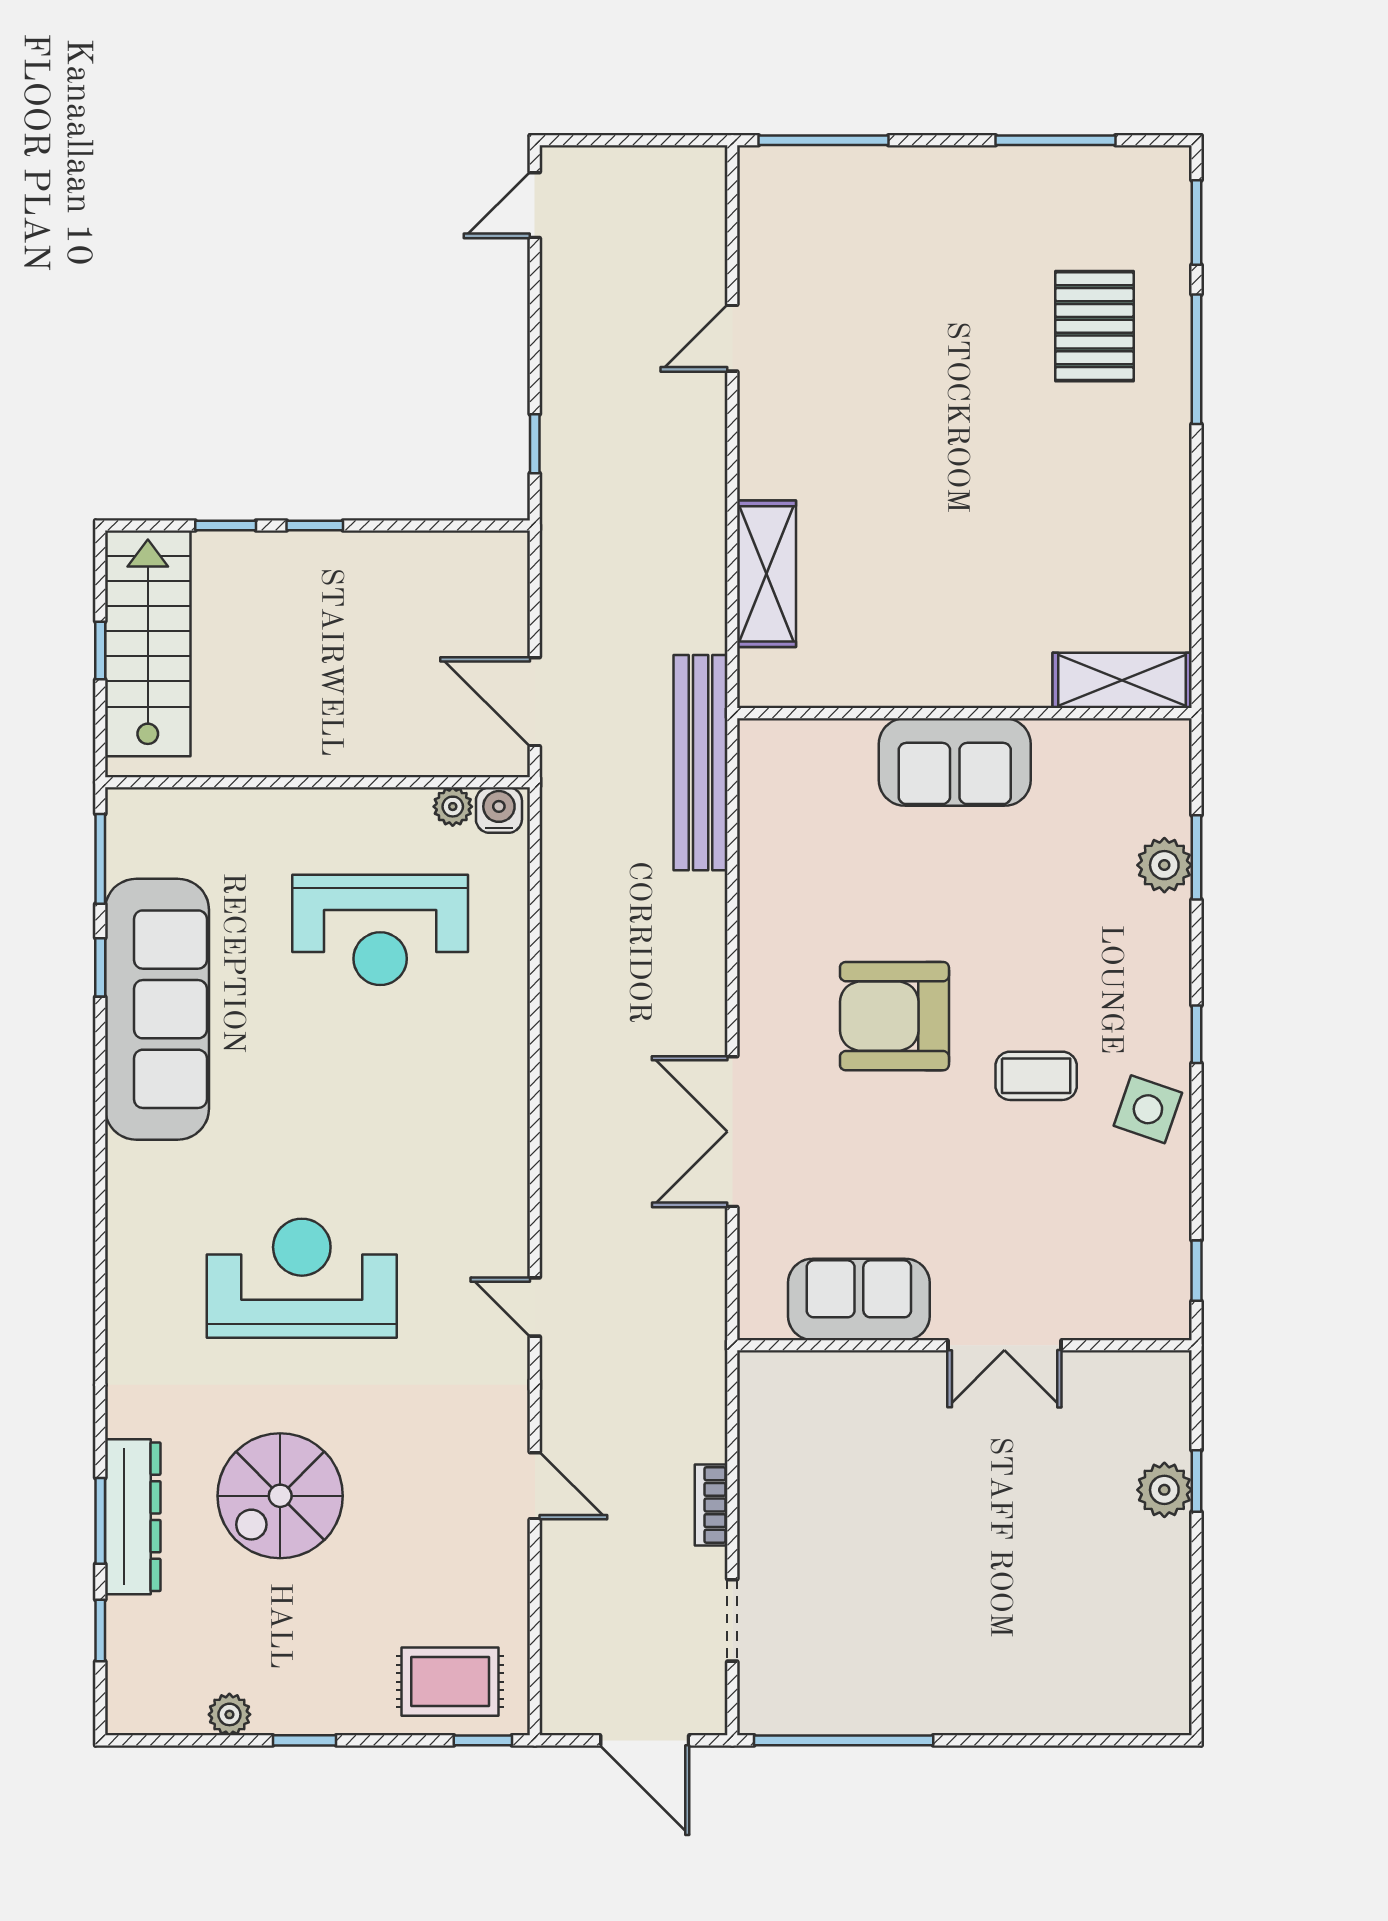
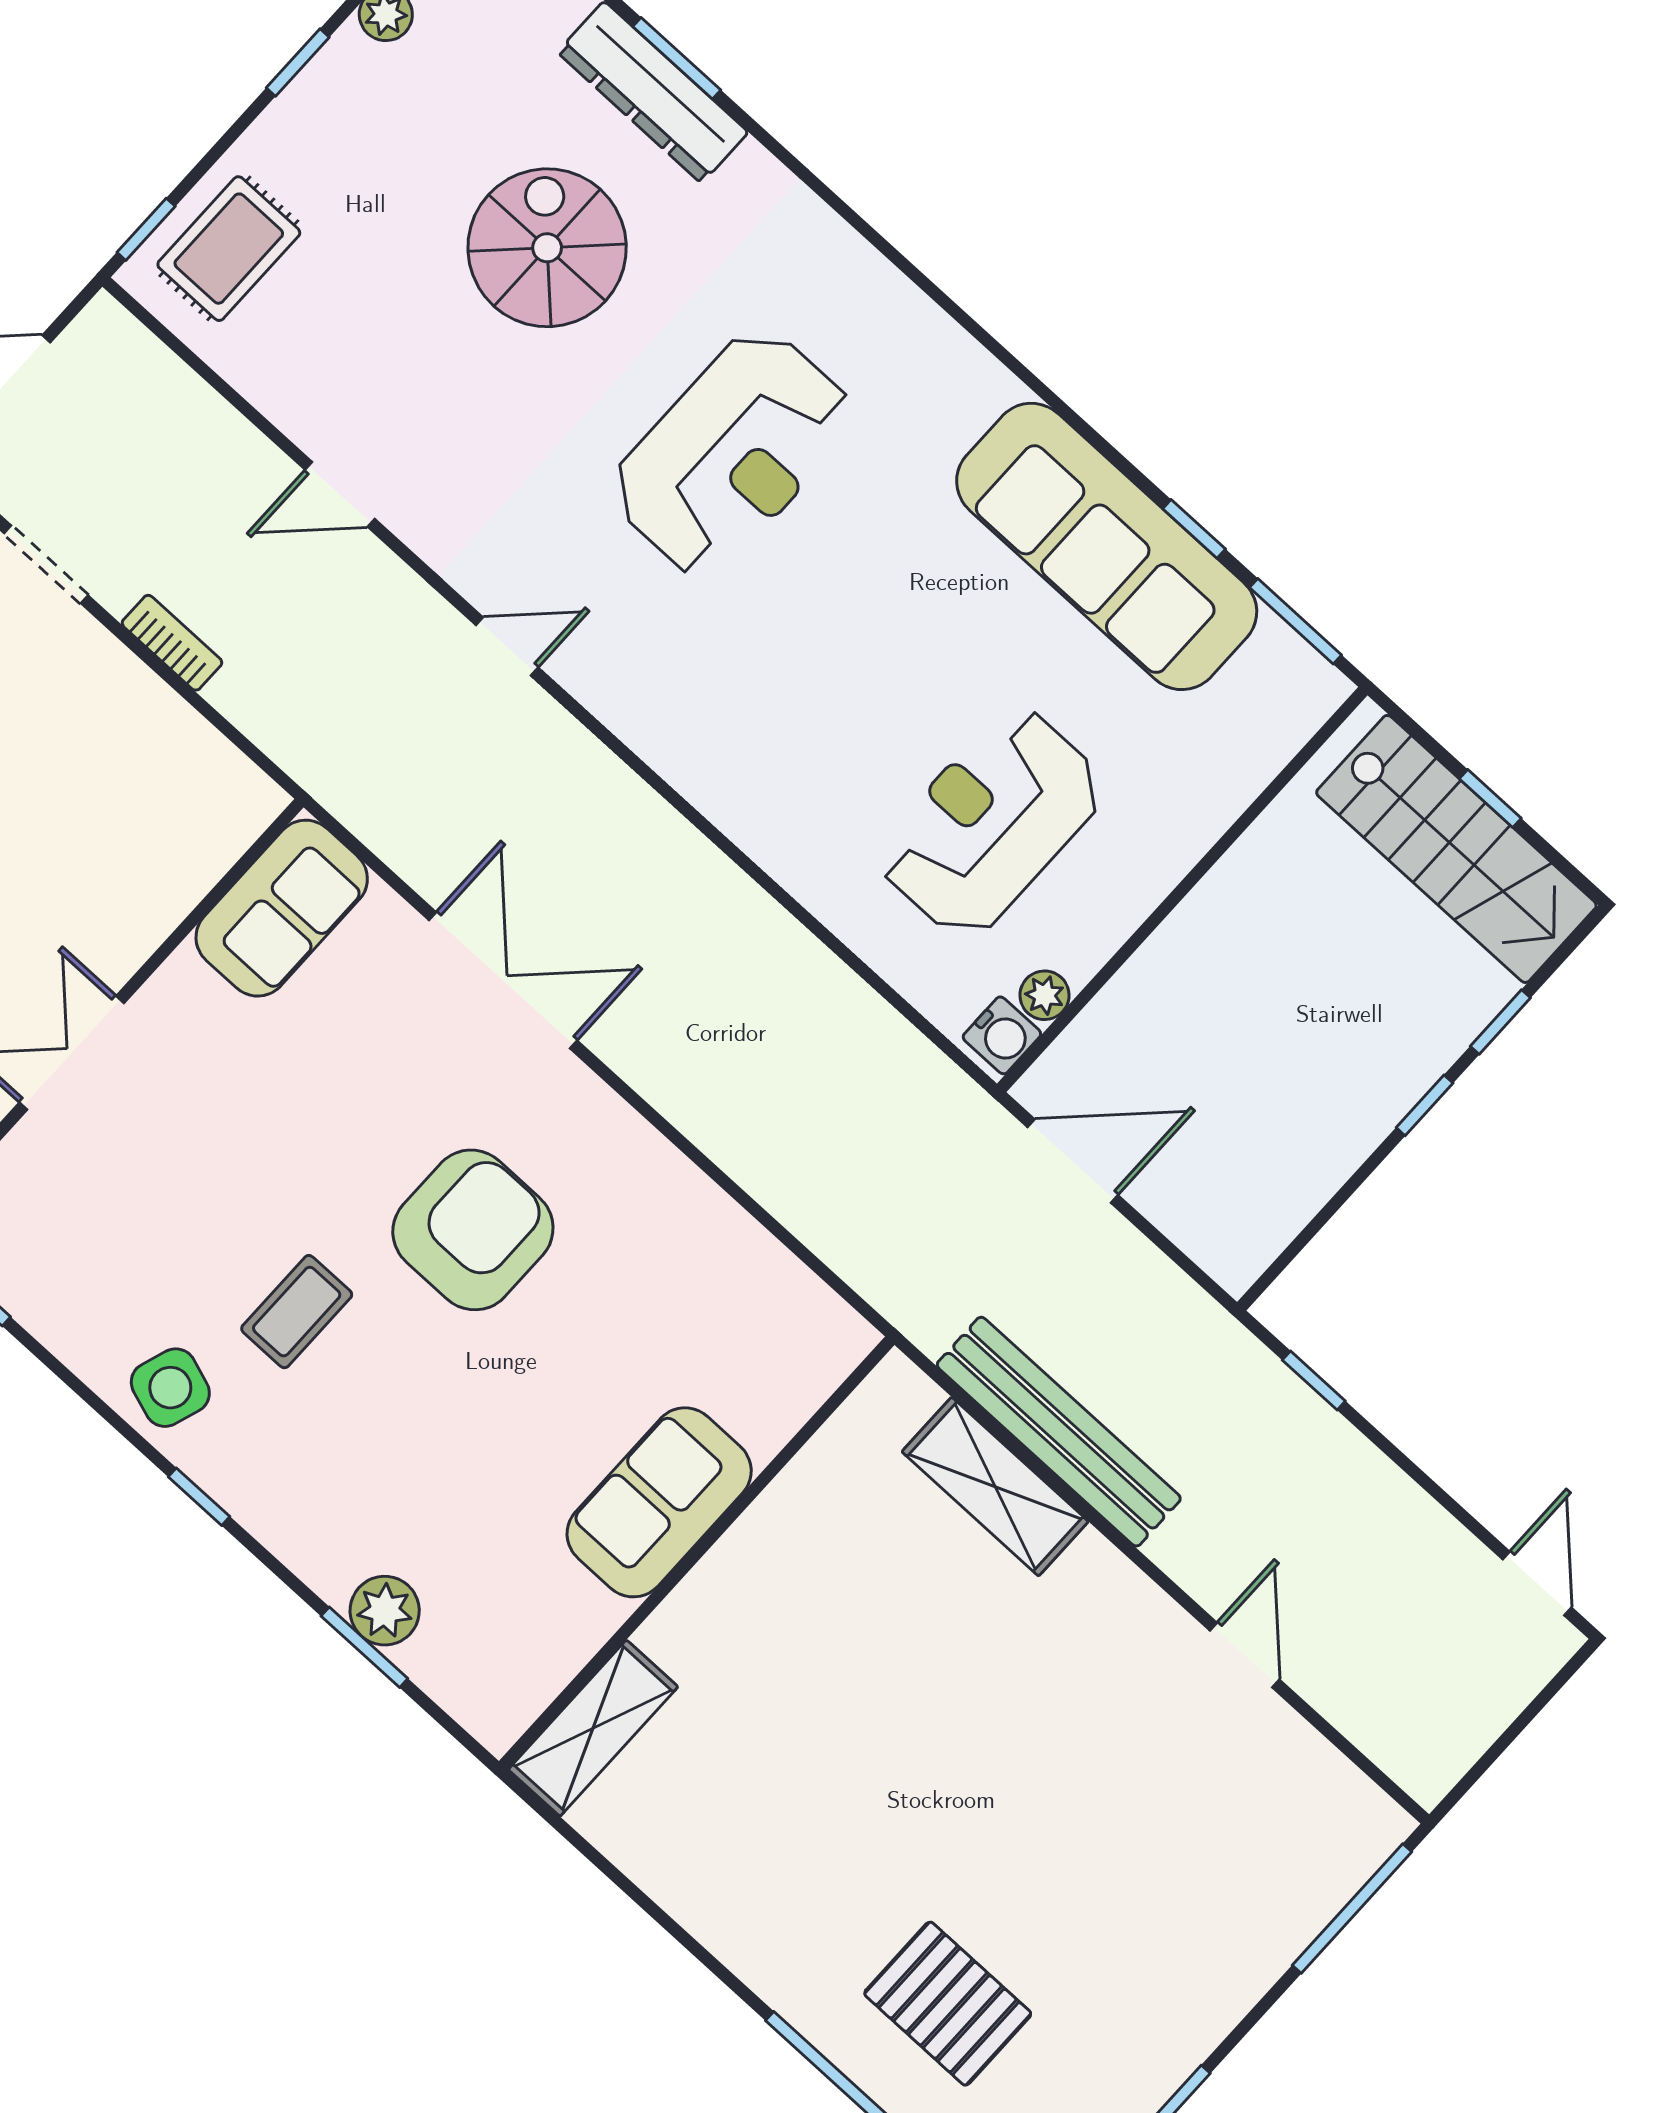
bench: (701, 763) -> (1059, 1432), moved
sofa: (859, 1299) -> (282, 908), moved

